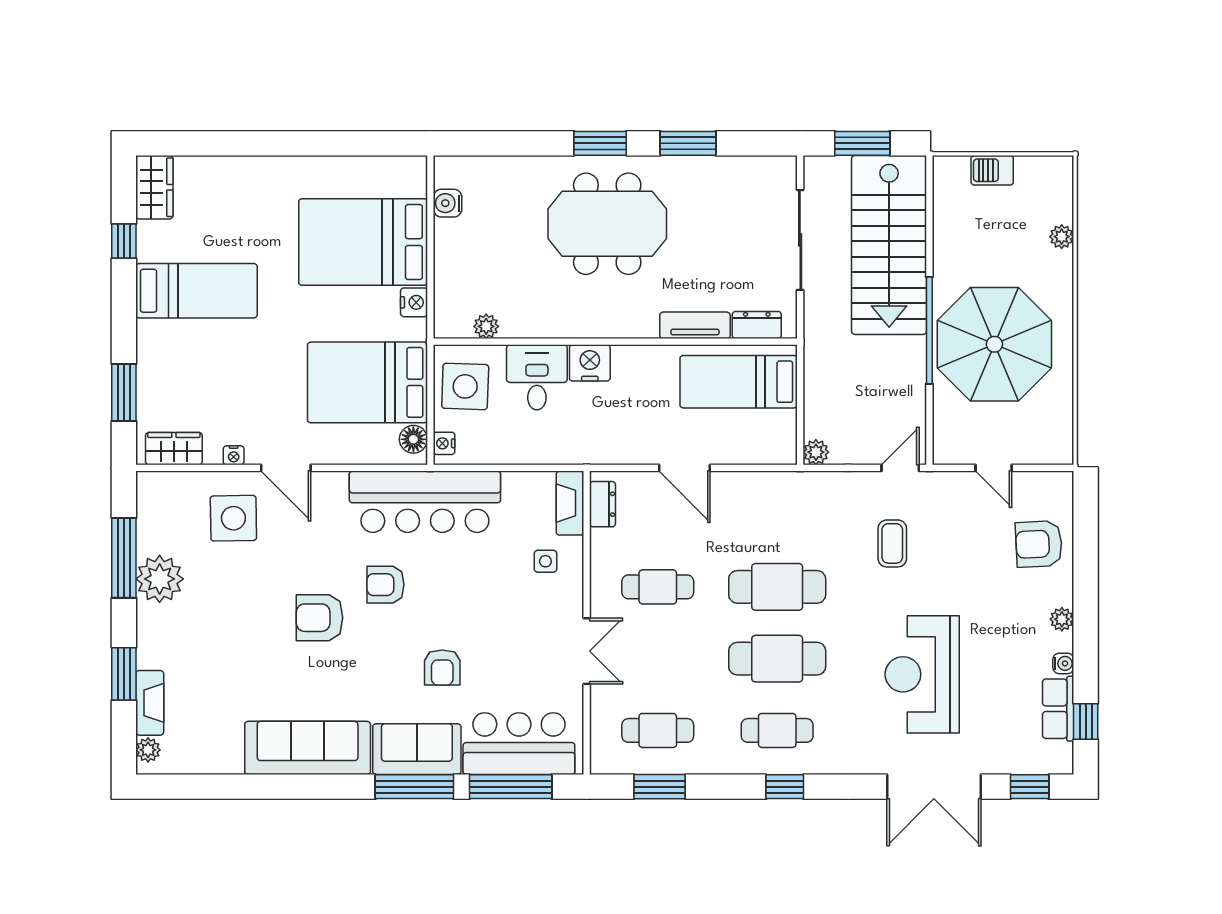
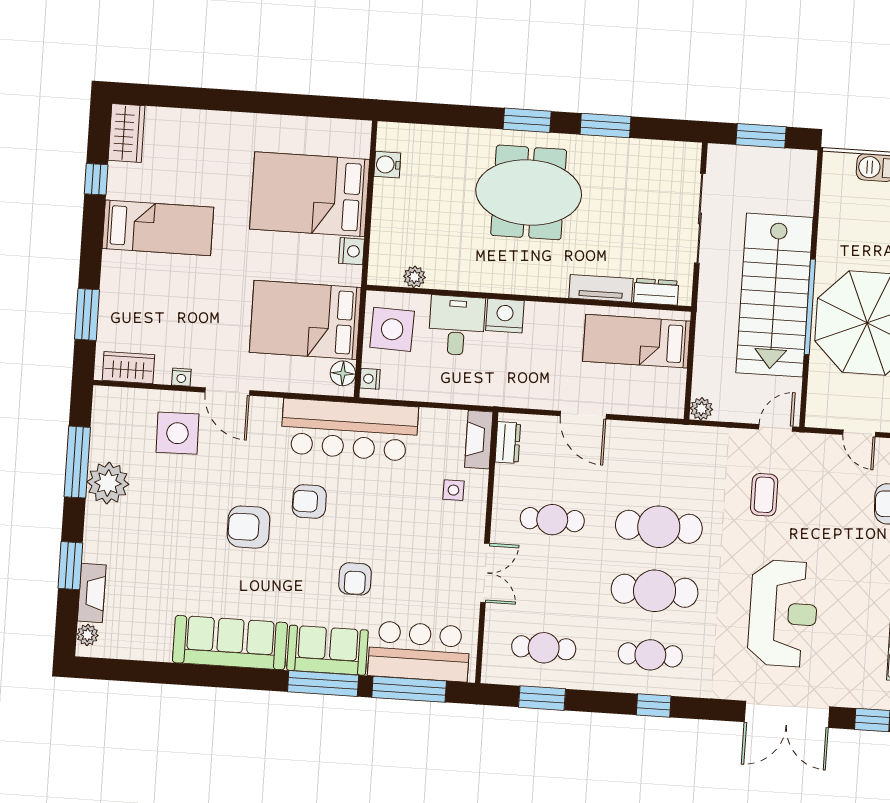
stairs: (889, 245) -> (775, 295), moved
reception desk: (922, 674) -> (783, 613), turned 180

